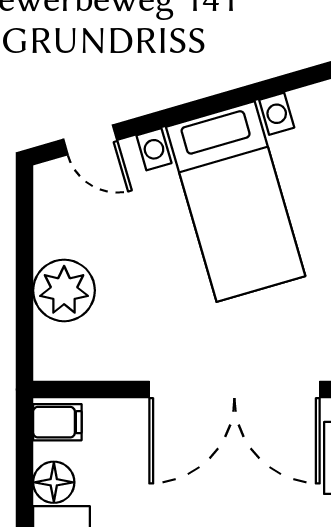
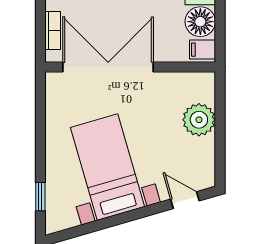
floor lamp: (54, 482) -> (200, 22), width x1.38, depth x1.38

